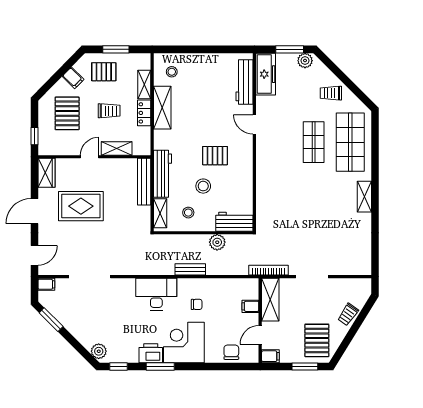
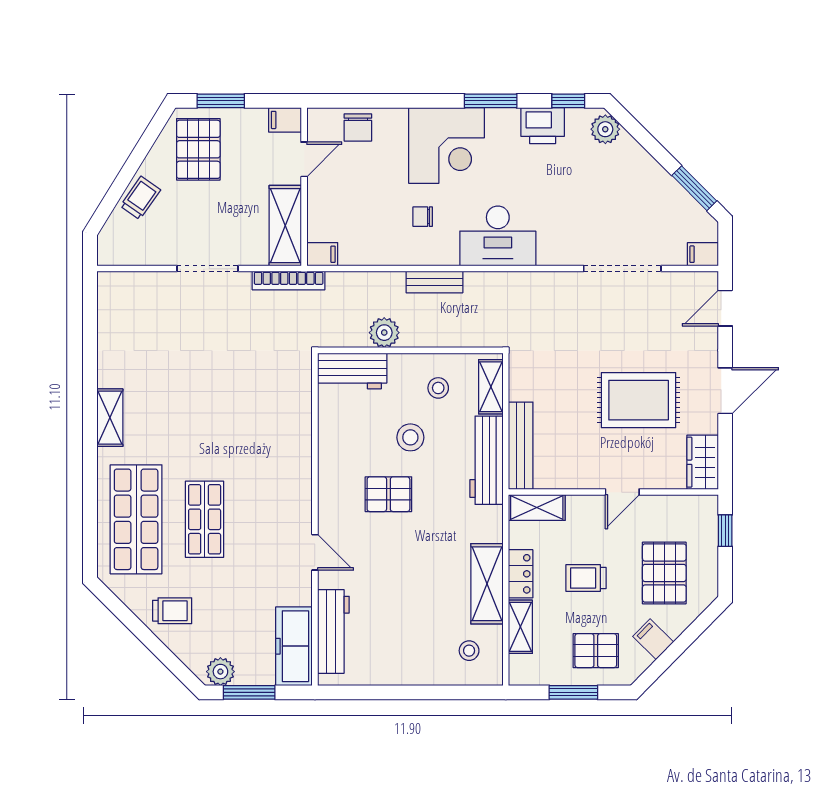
shelving: (117, 148) -> (537, 508), moved
filing cabinet: (250, 306) -> (322, 254), moved
printer: (151, 353) -> (543, 126), moved

